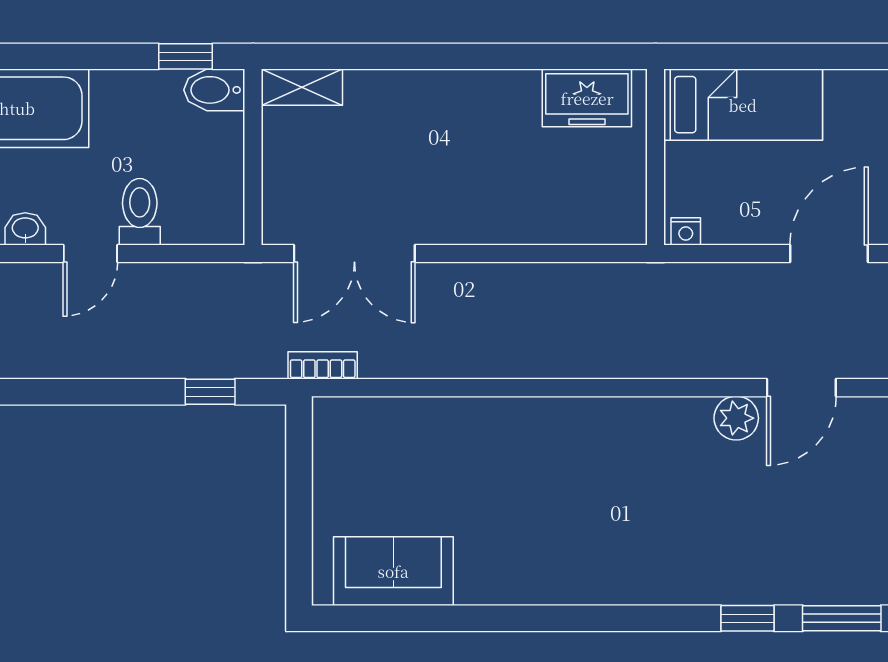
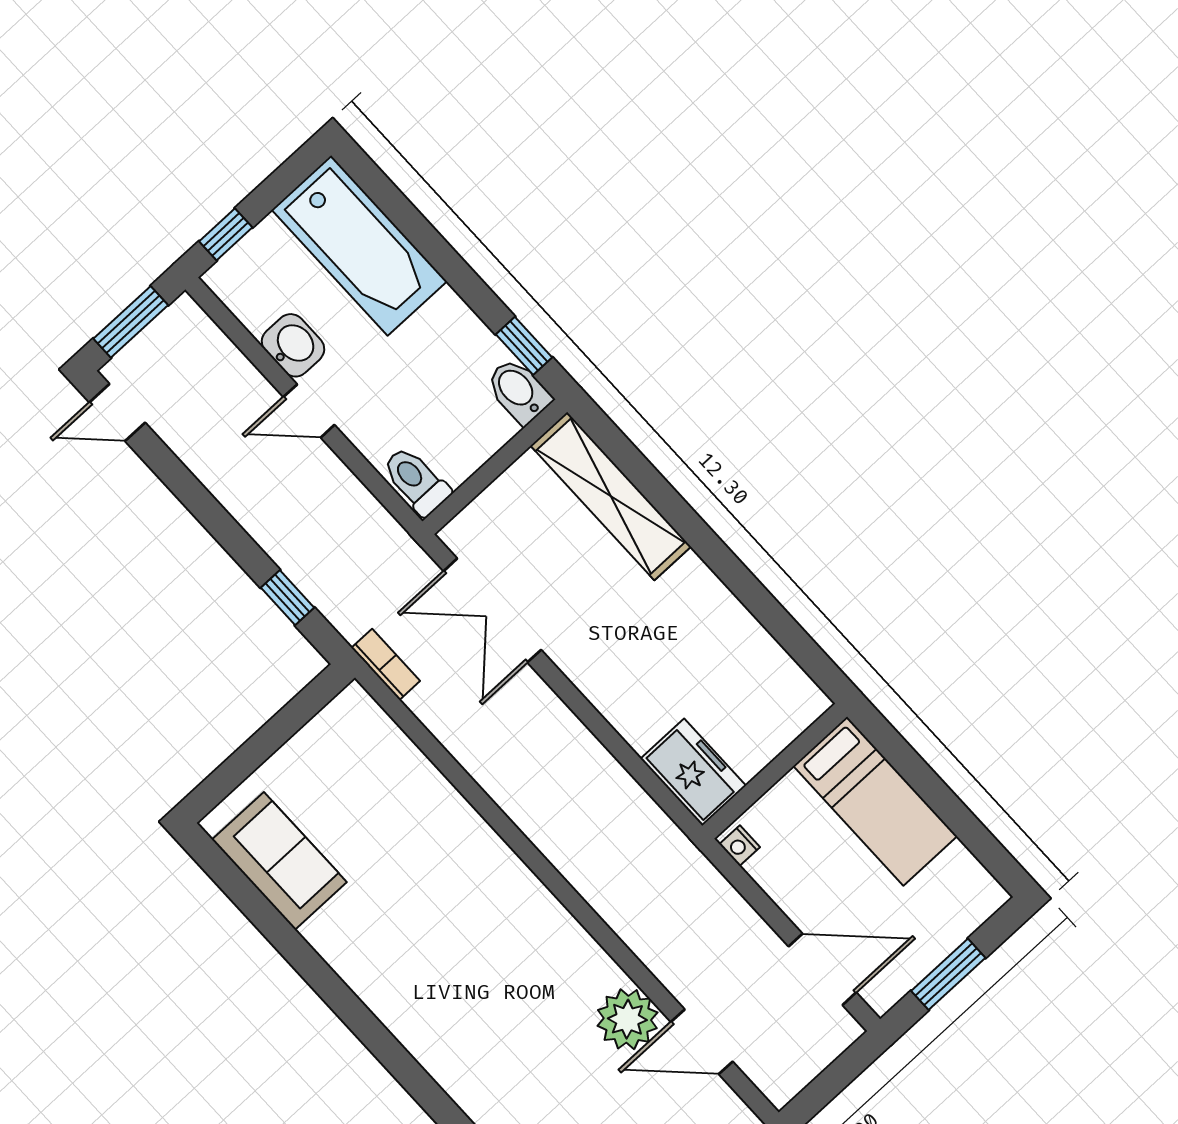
shelving: (302, 87) -> (611, 496), width x2.20, depth x1.33
freezer: (587, 98) -> (693, 772), moved, turned 180
toilet: (140, 212) -> (416, 481), moved, turned -90
washbasin: (25, 229) -> (293, 345), width x1.38, depth x1.45
plant: (736, 418) -> (627, 1019), width x1.36, depth x1.36

